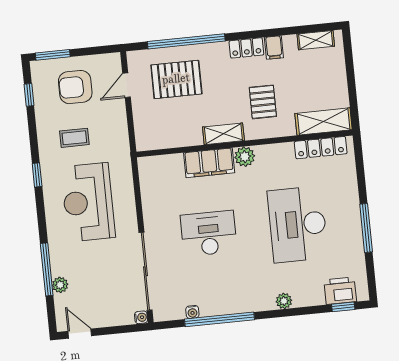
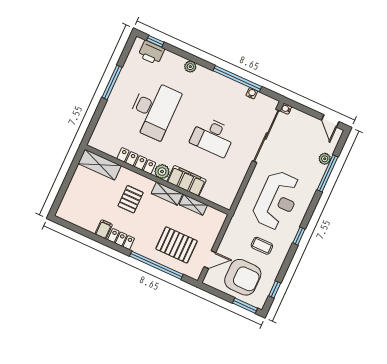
shelving: (316, 40) -> (193, 205), moved
armchair: (75, 87) -> (243, 277), width x1.36, depth x1.36
locker: (321, 148) -> (136, 161), moved

